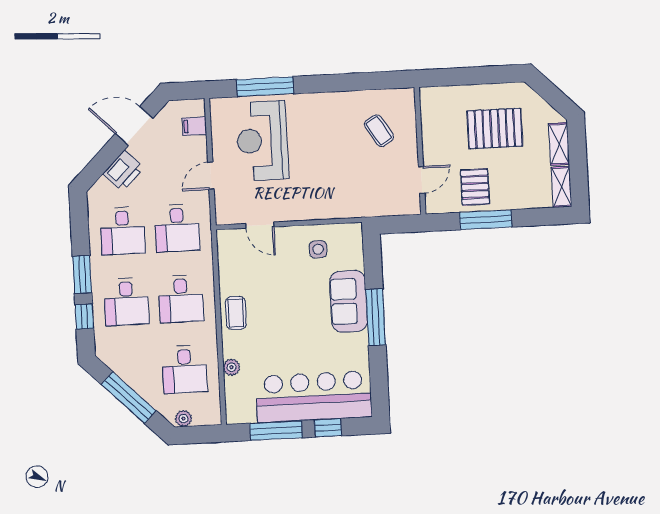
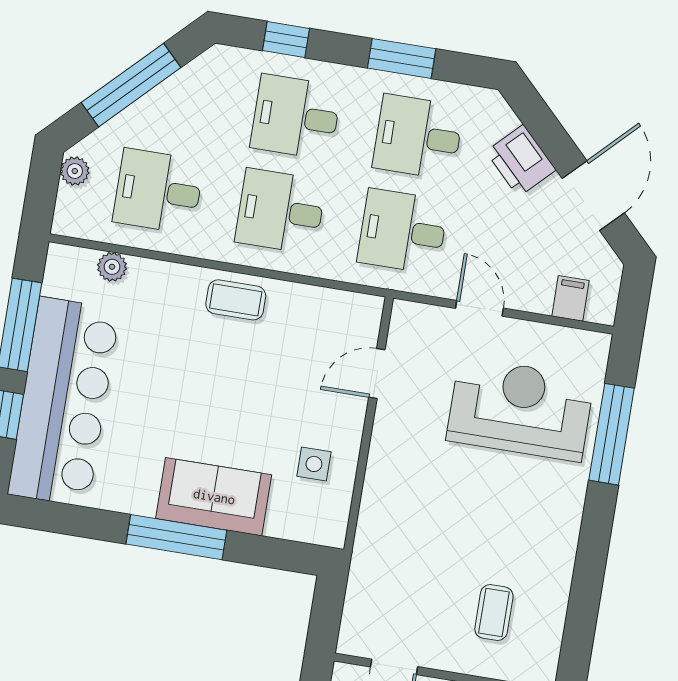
coffee table: (379, 131) -> (494, 612), turned -58
window: (82, 275) -> (402, 58), moved
plant: (231, 367) -> (112, 267), moved

